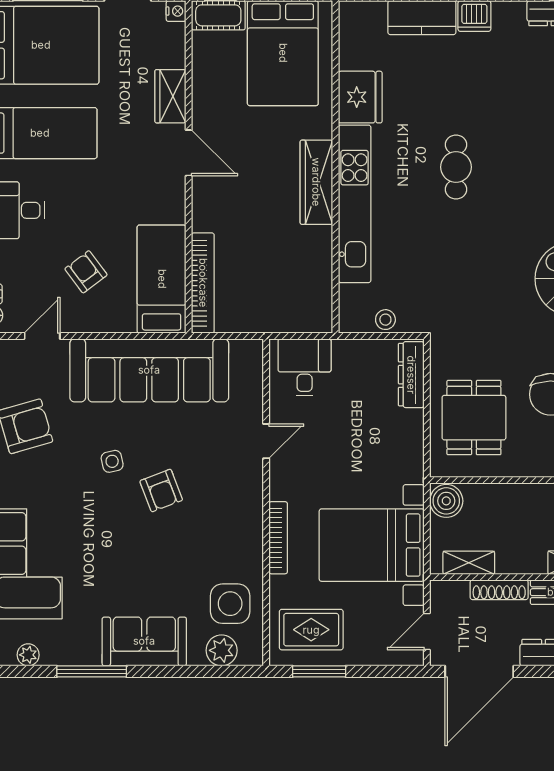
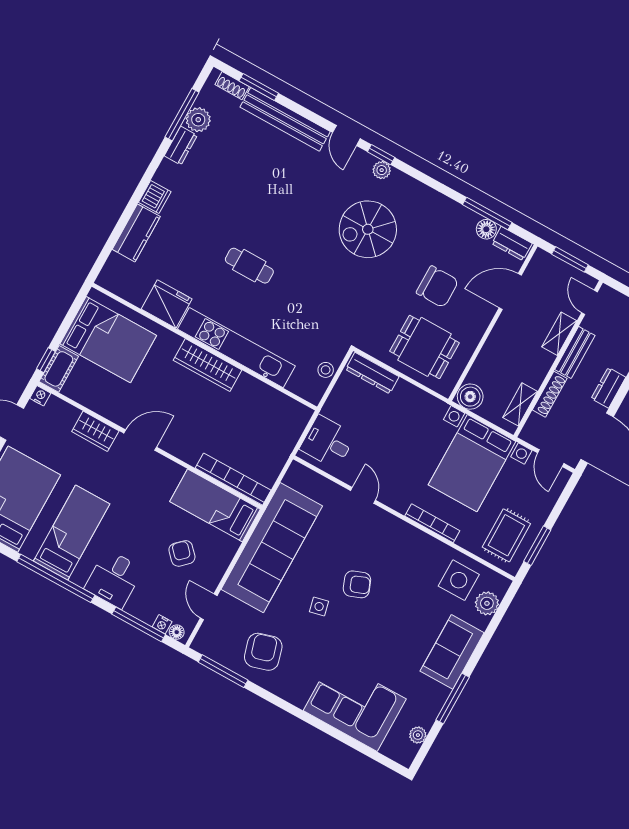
armchair: (86, 272) -> (182, 553), turned 83

